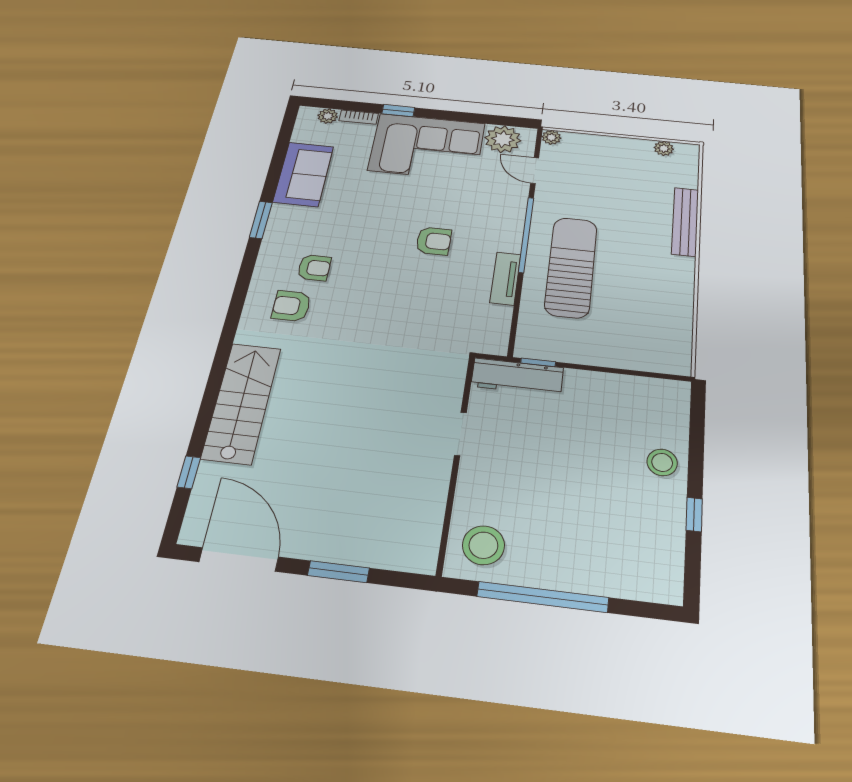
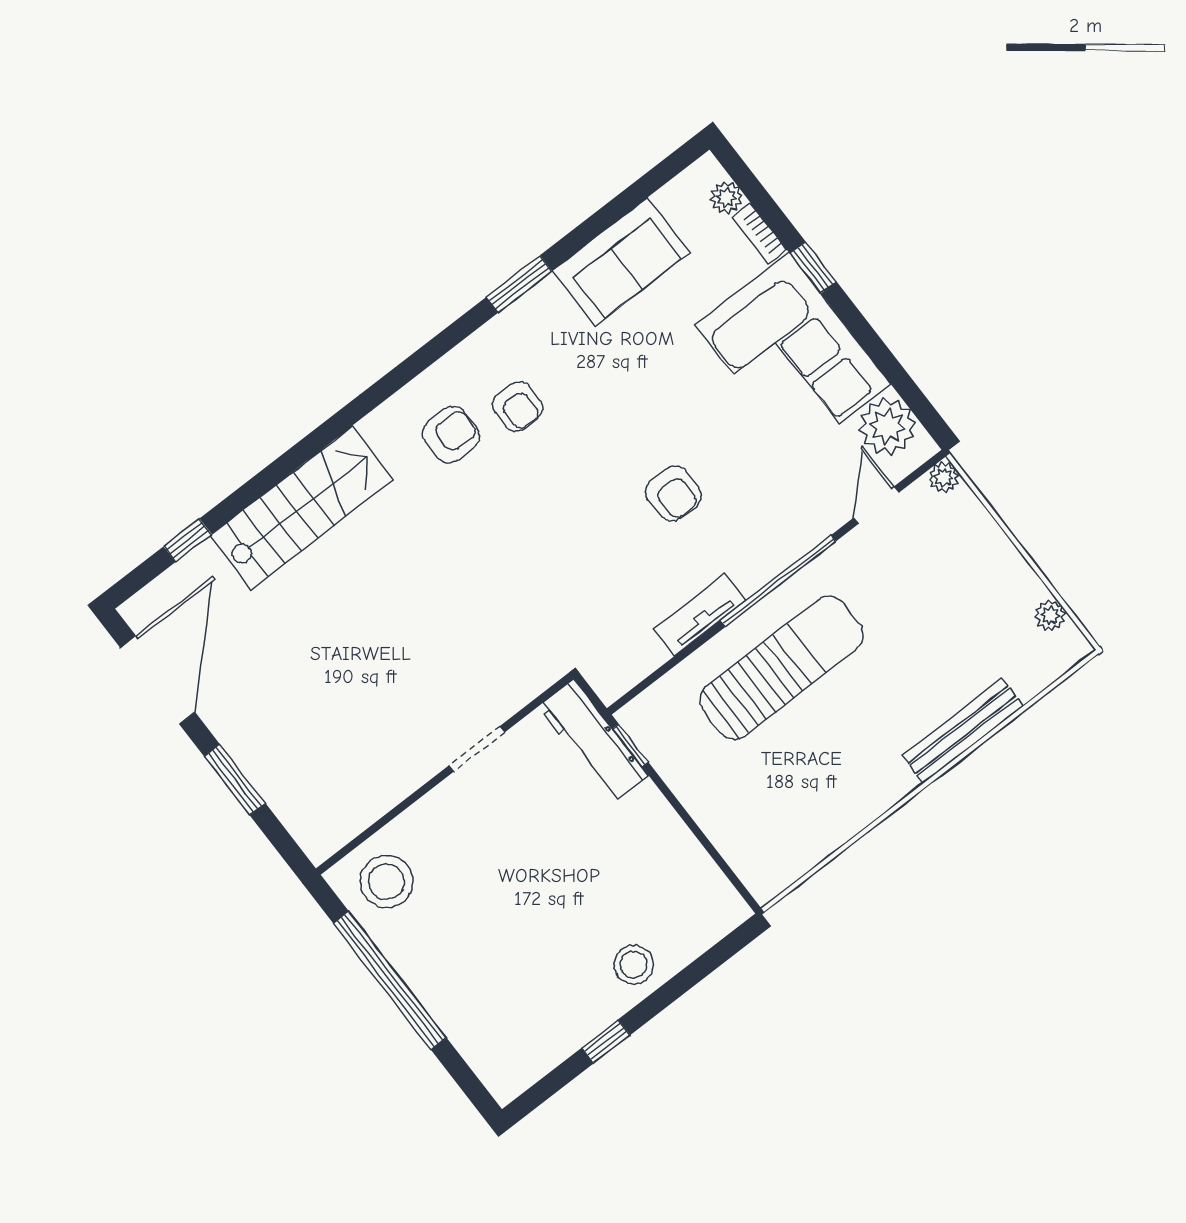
armchair: (291, 306) -> (451, 434), turned 90

